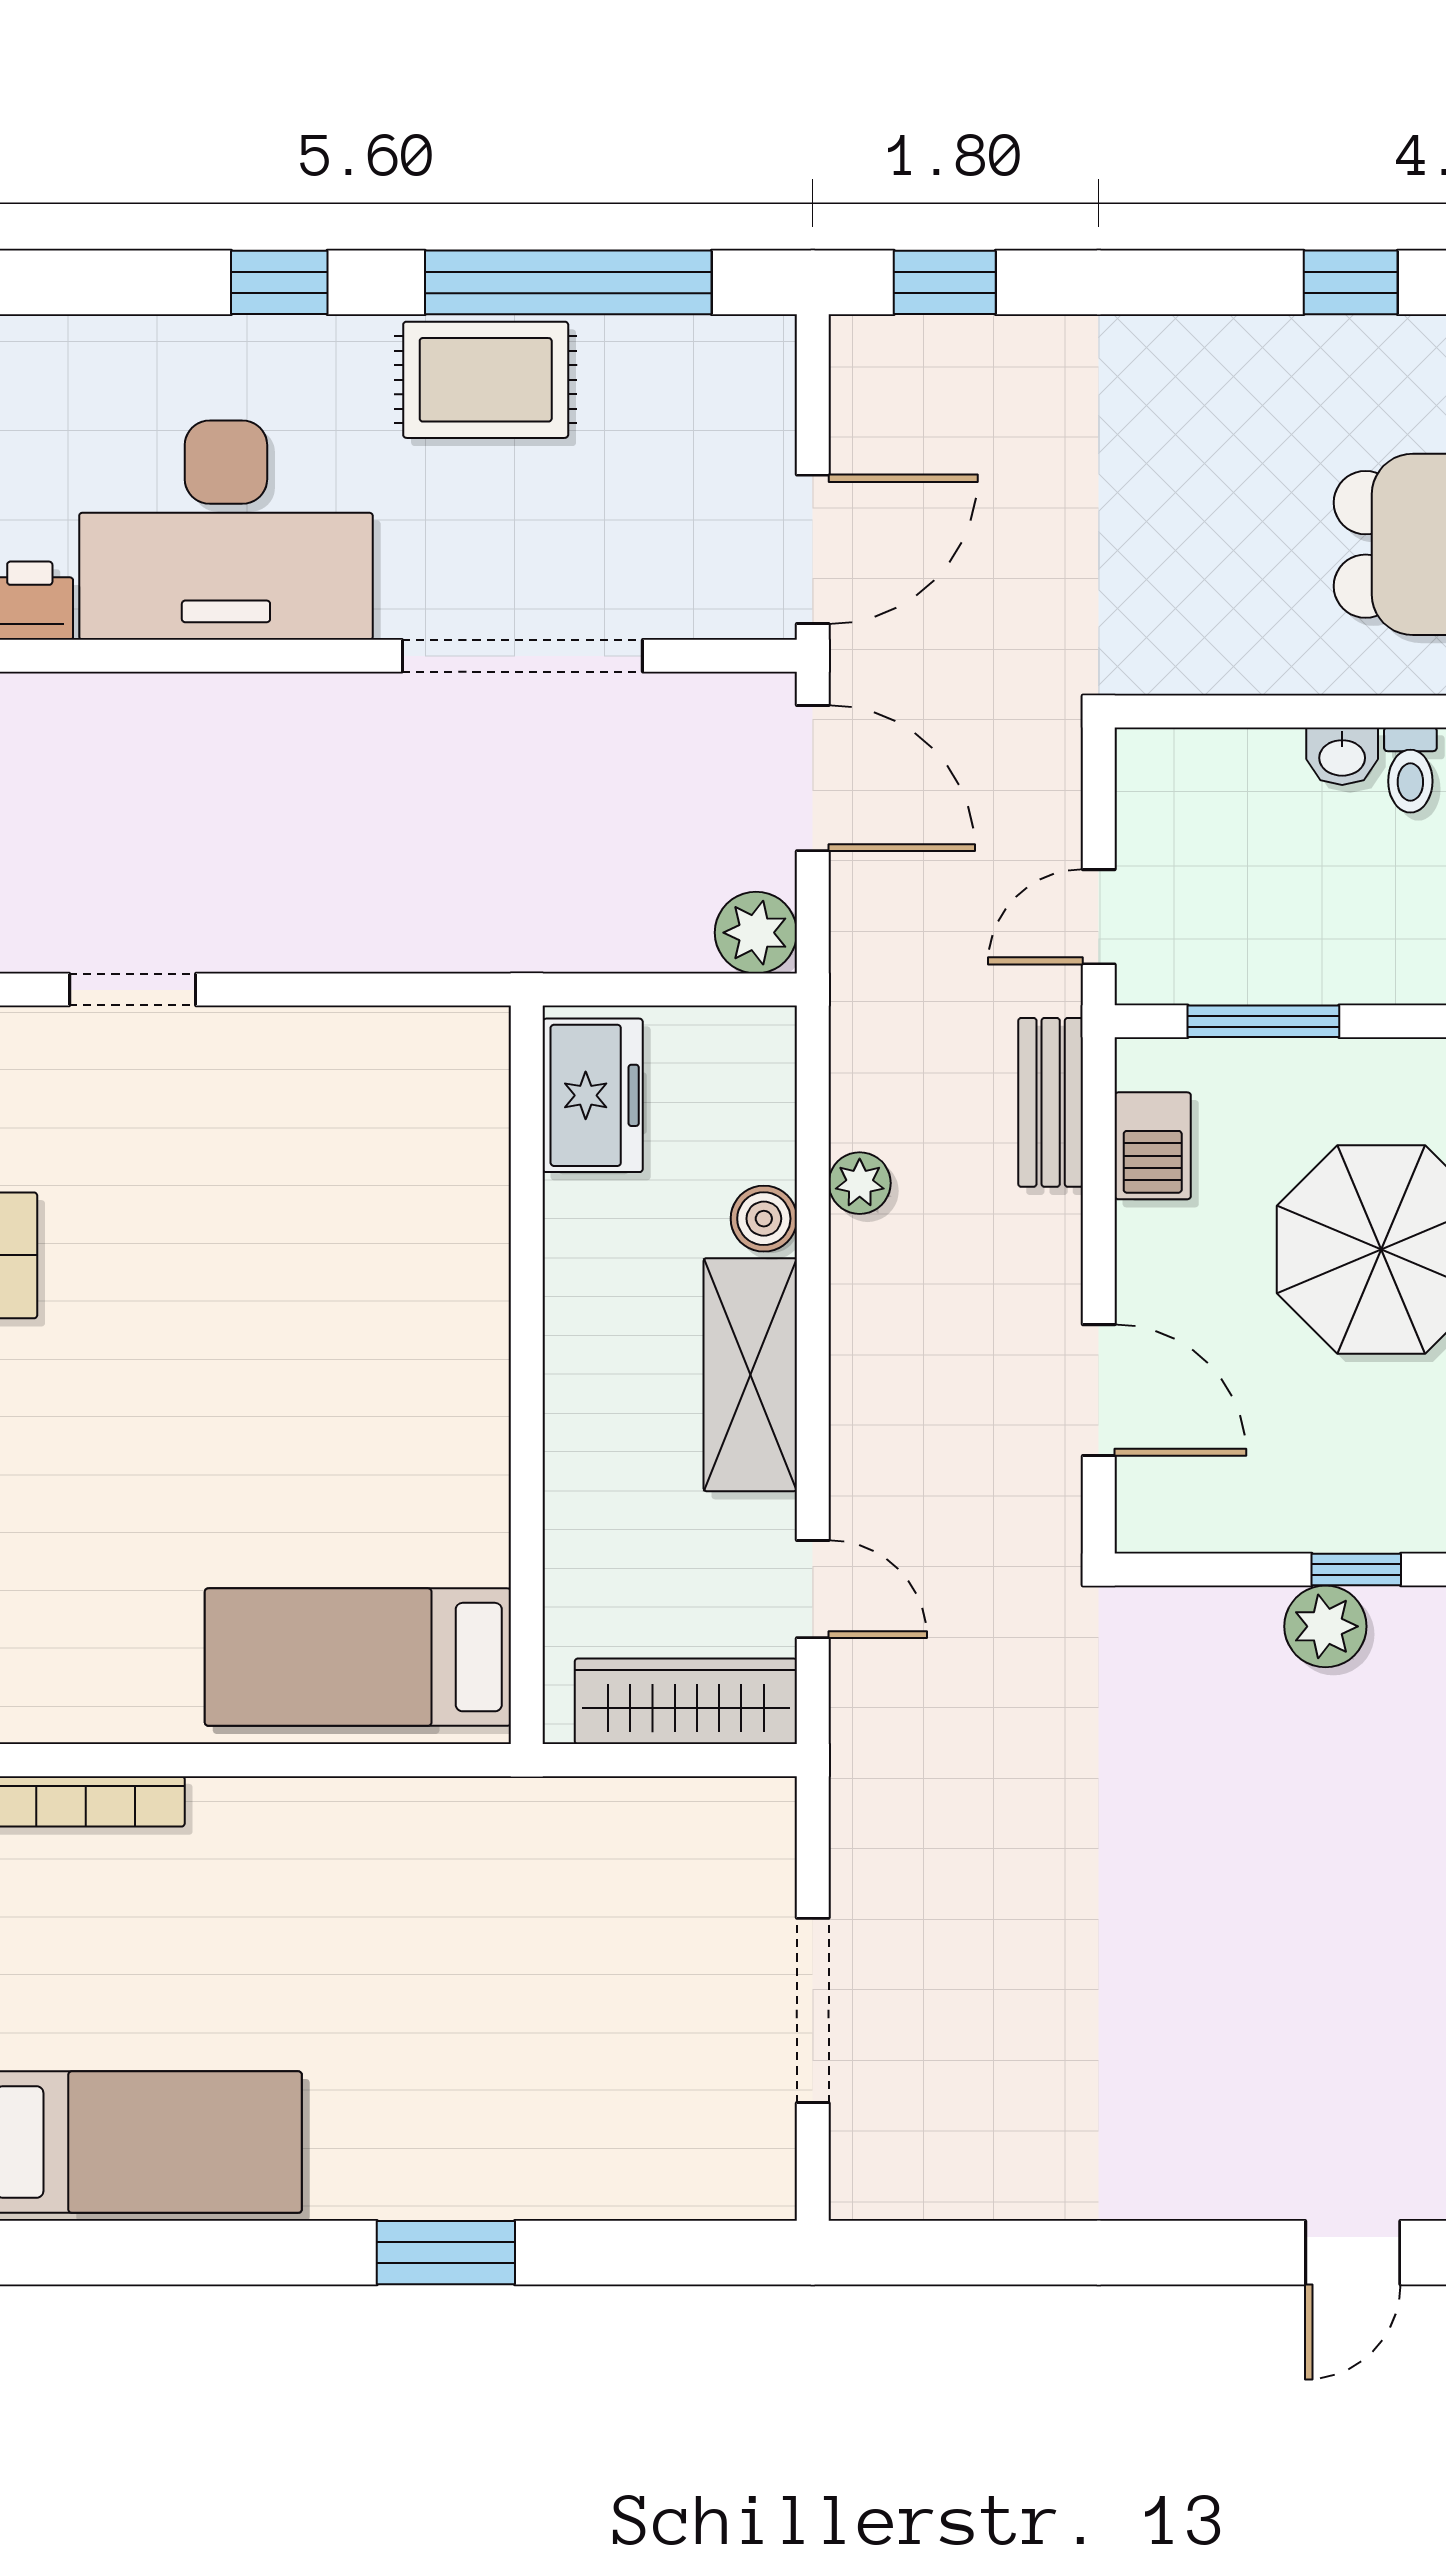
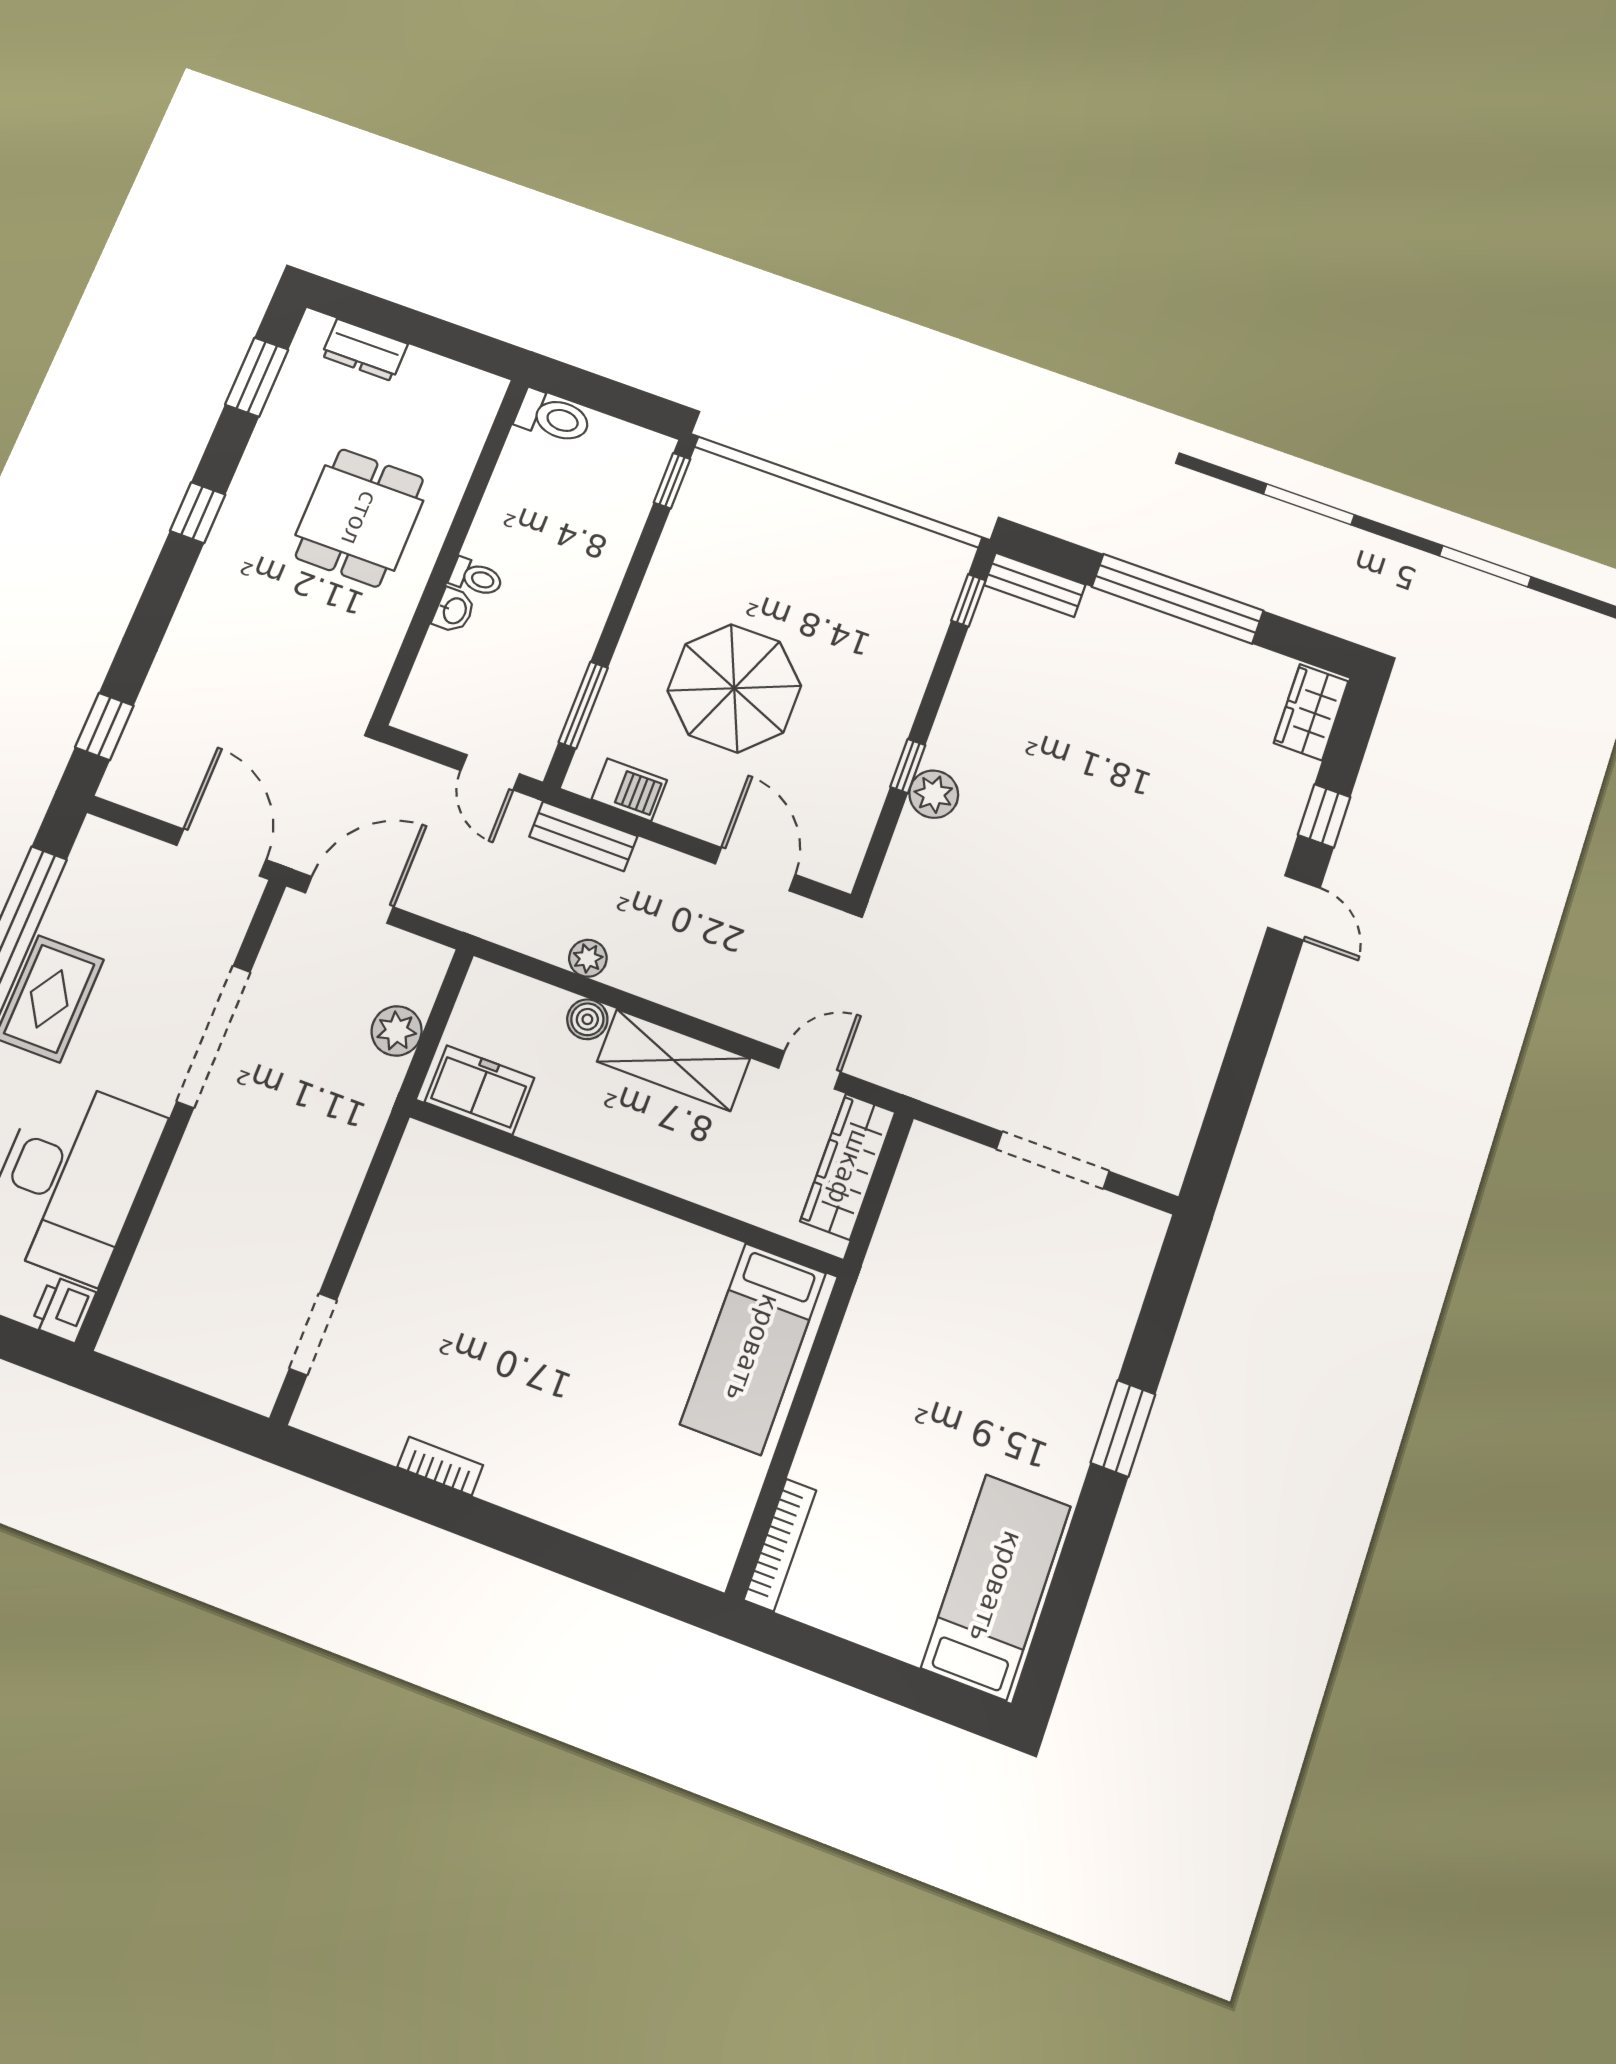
plant: (756, 933) -> (397, 1031), moved
door: (1099, 1390) -> (755, 869), hinge flipped

